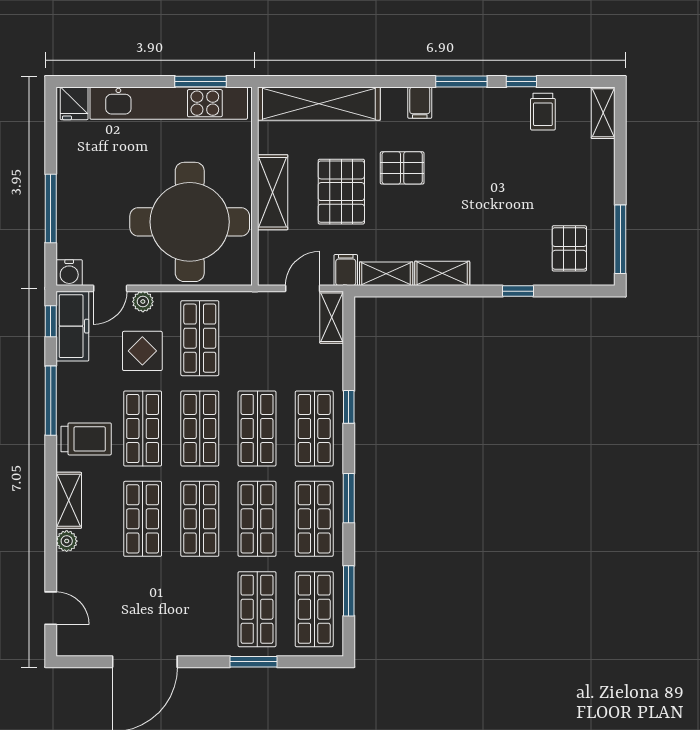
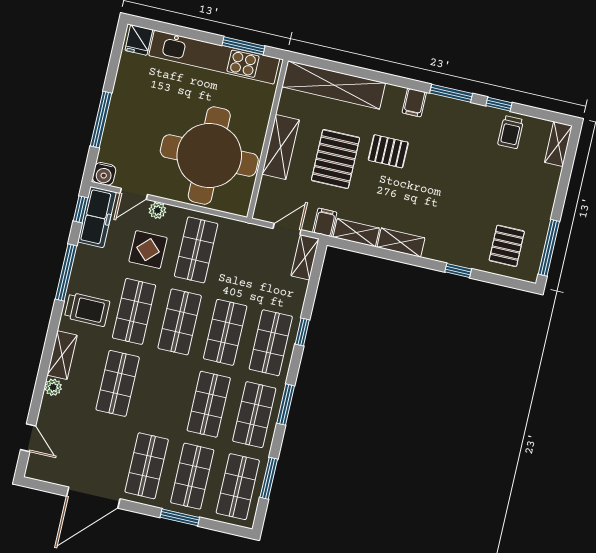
shop shelf: (200, 519) -> (147, 466), moved

